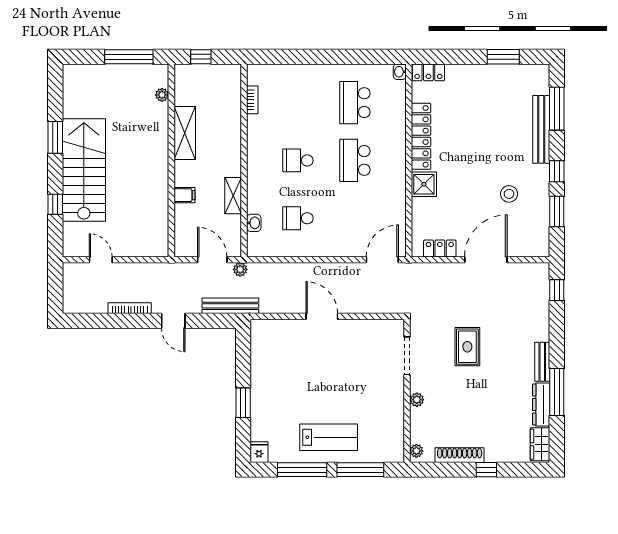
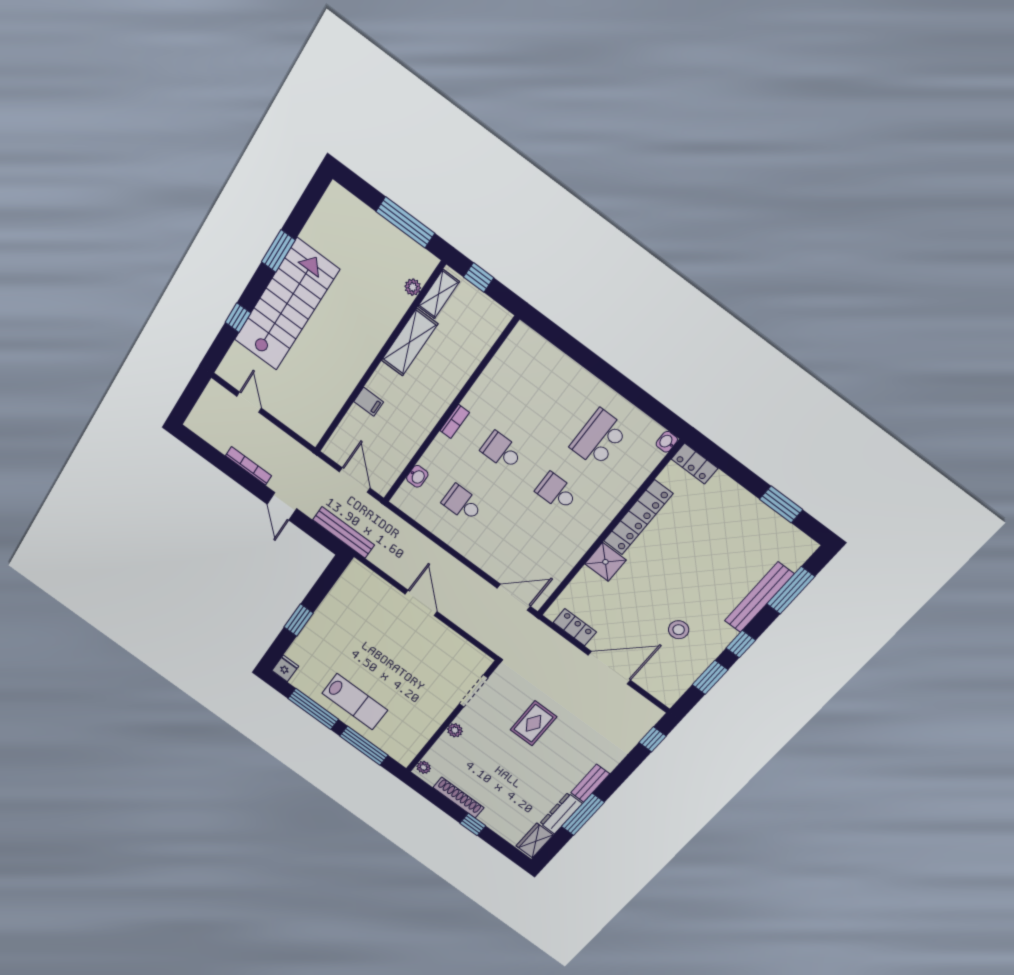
bookcase: (252, 100) -> (455, 422), moved
school desk: (355, 160) -> (557, 492), width x0.54
shelving: (233, 196) -> (439, 294), moved
plant: (240, 269) -> (375, 508), removed

